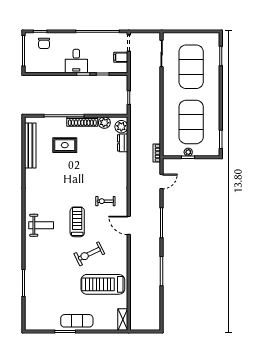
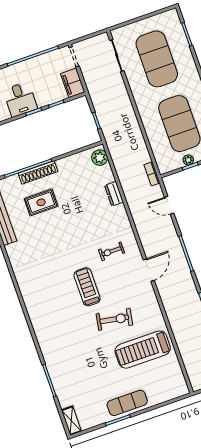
filing cabinet: (121, 57) -> (73, 83), width x2.00
shoe rack: (82, 122) -> (38, 172), moved
plant: (104, 123) -> (78, 160), removed
dresser: (123, 143) -> (114, 194), moved
door: (162, 181) -> (169, 205), swing flipped
weight bench: (41, 225) -> (46, 306), removed
door: (129, 225) -> (149, 270), swing flipped
exercise bike: (89, 254) -> (114, 319), turned -144
shelving: (123, 319) -> (71, 421), moved

